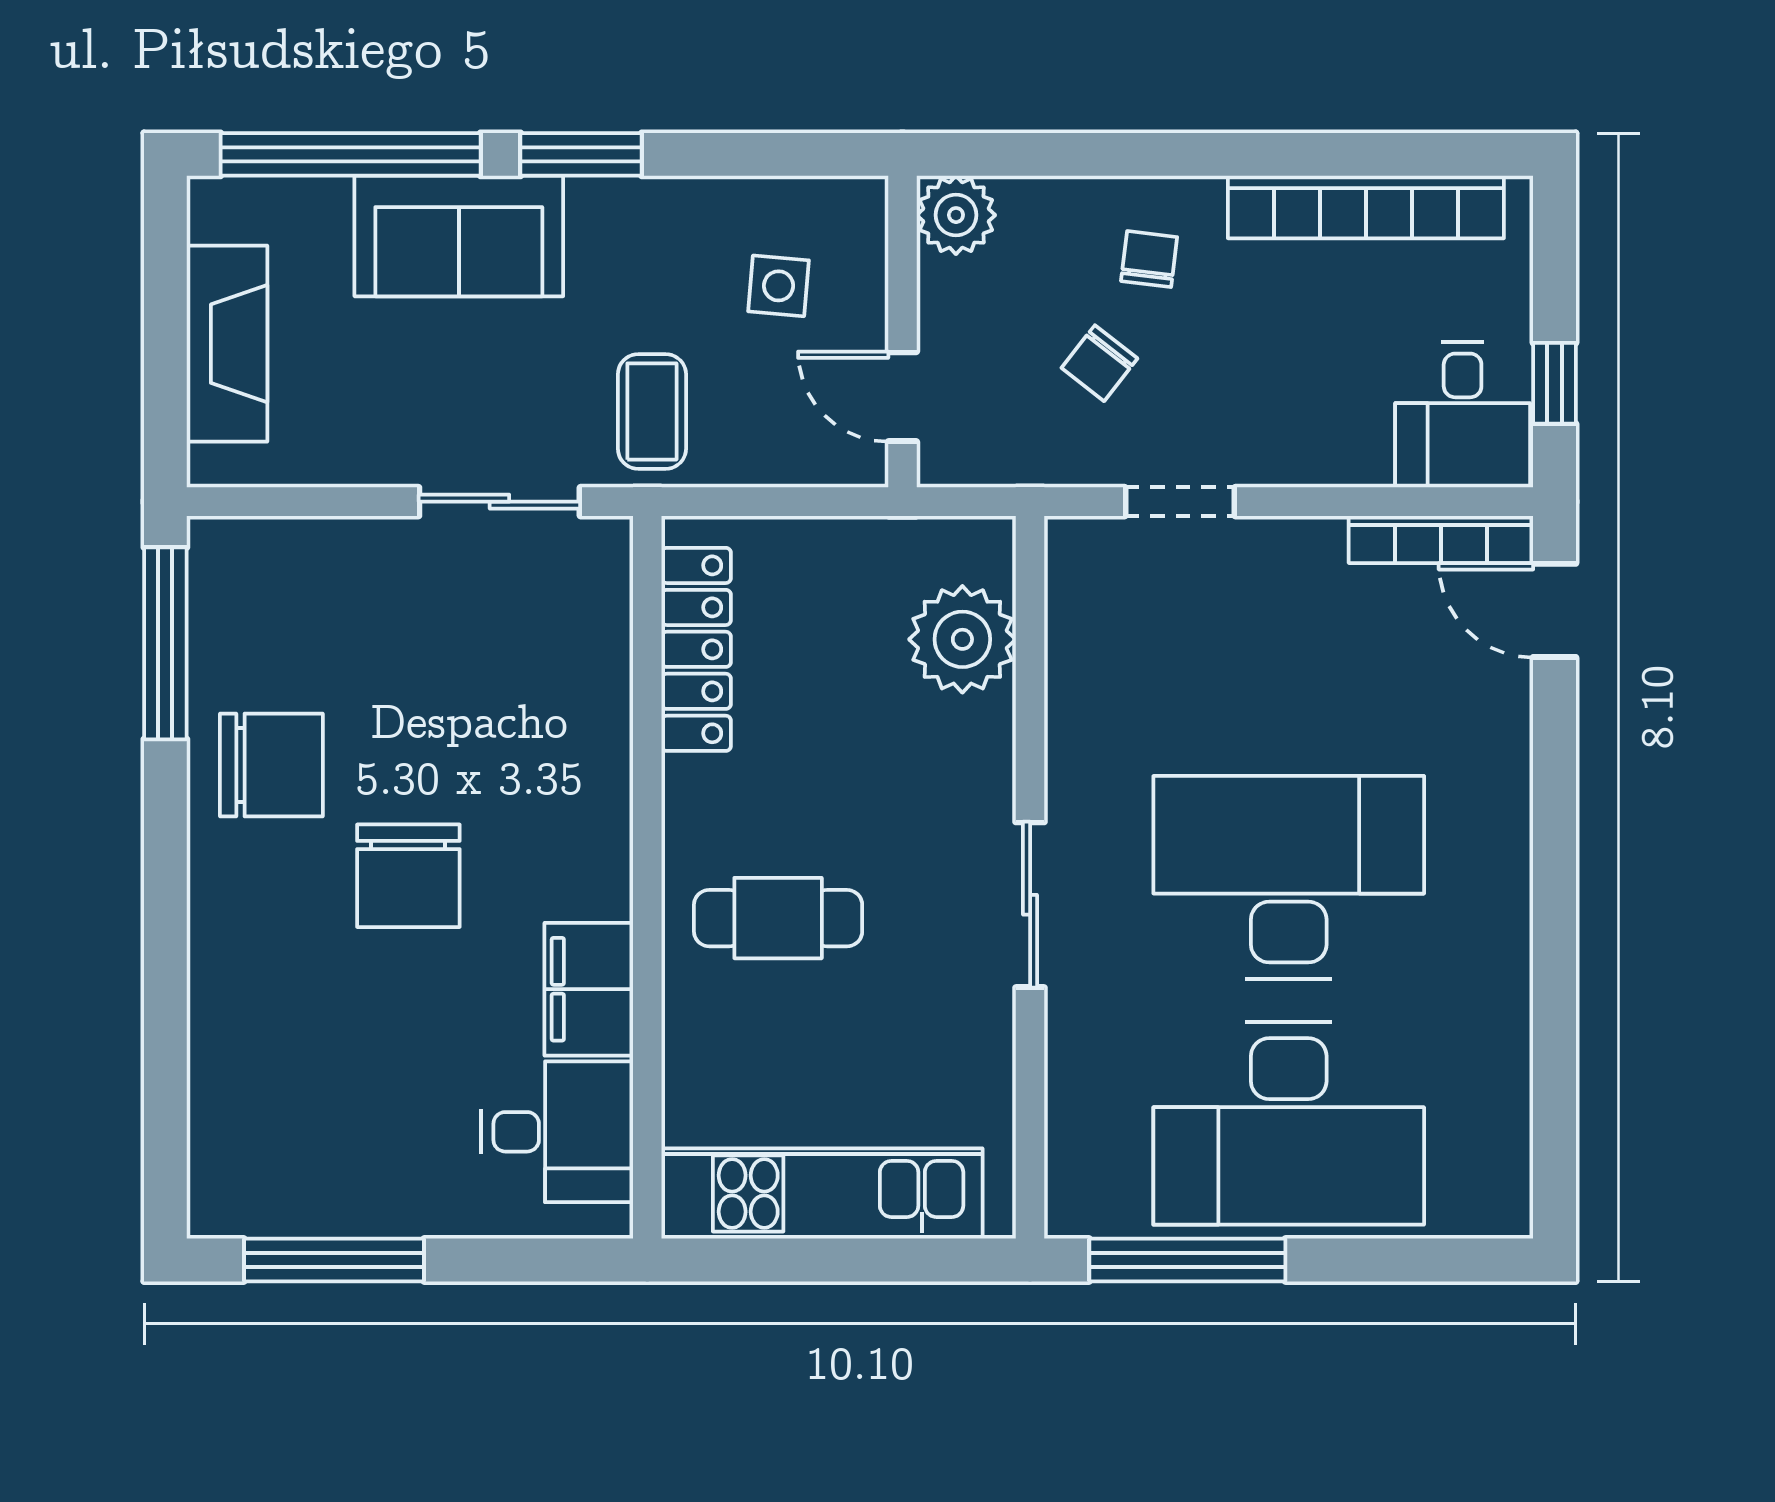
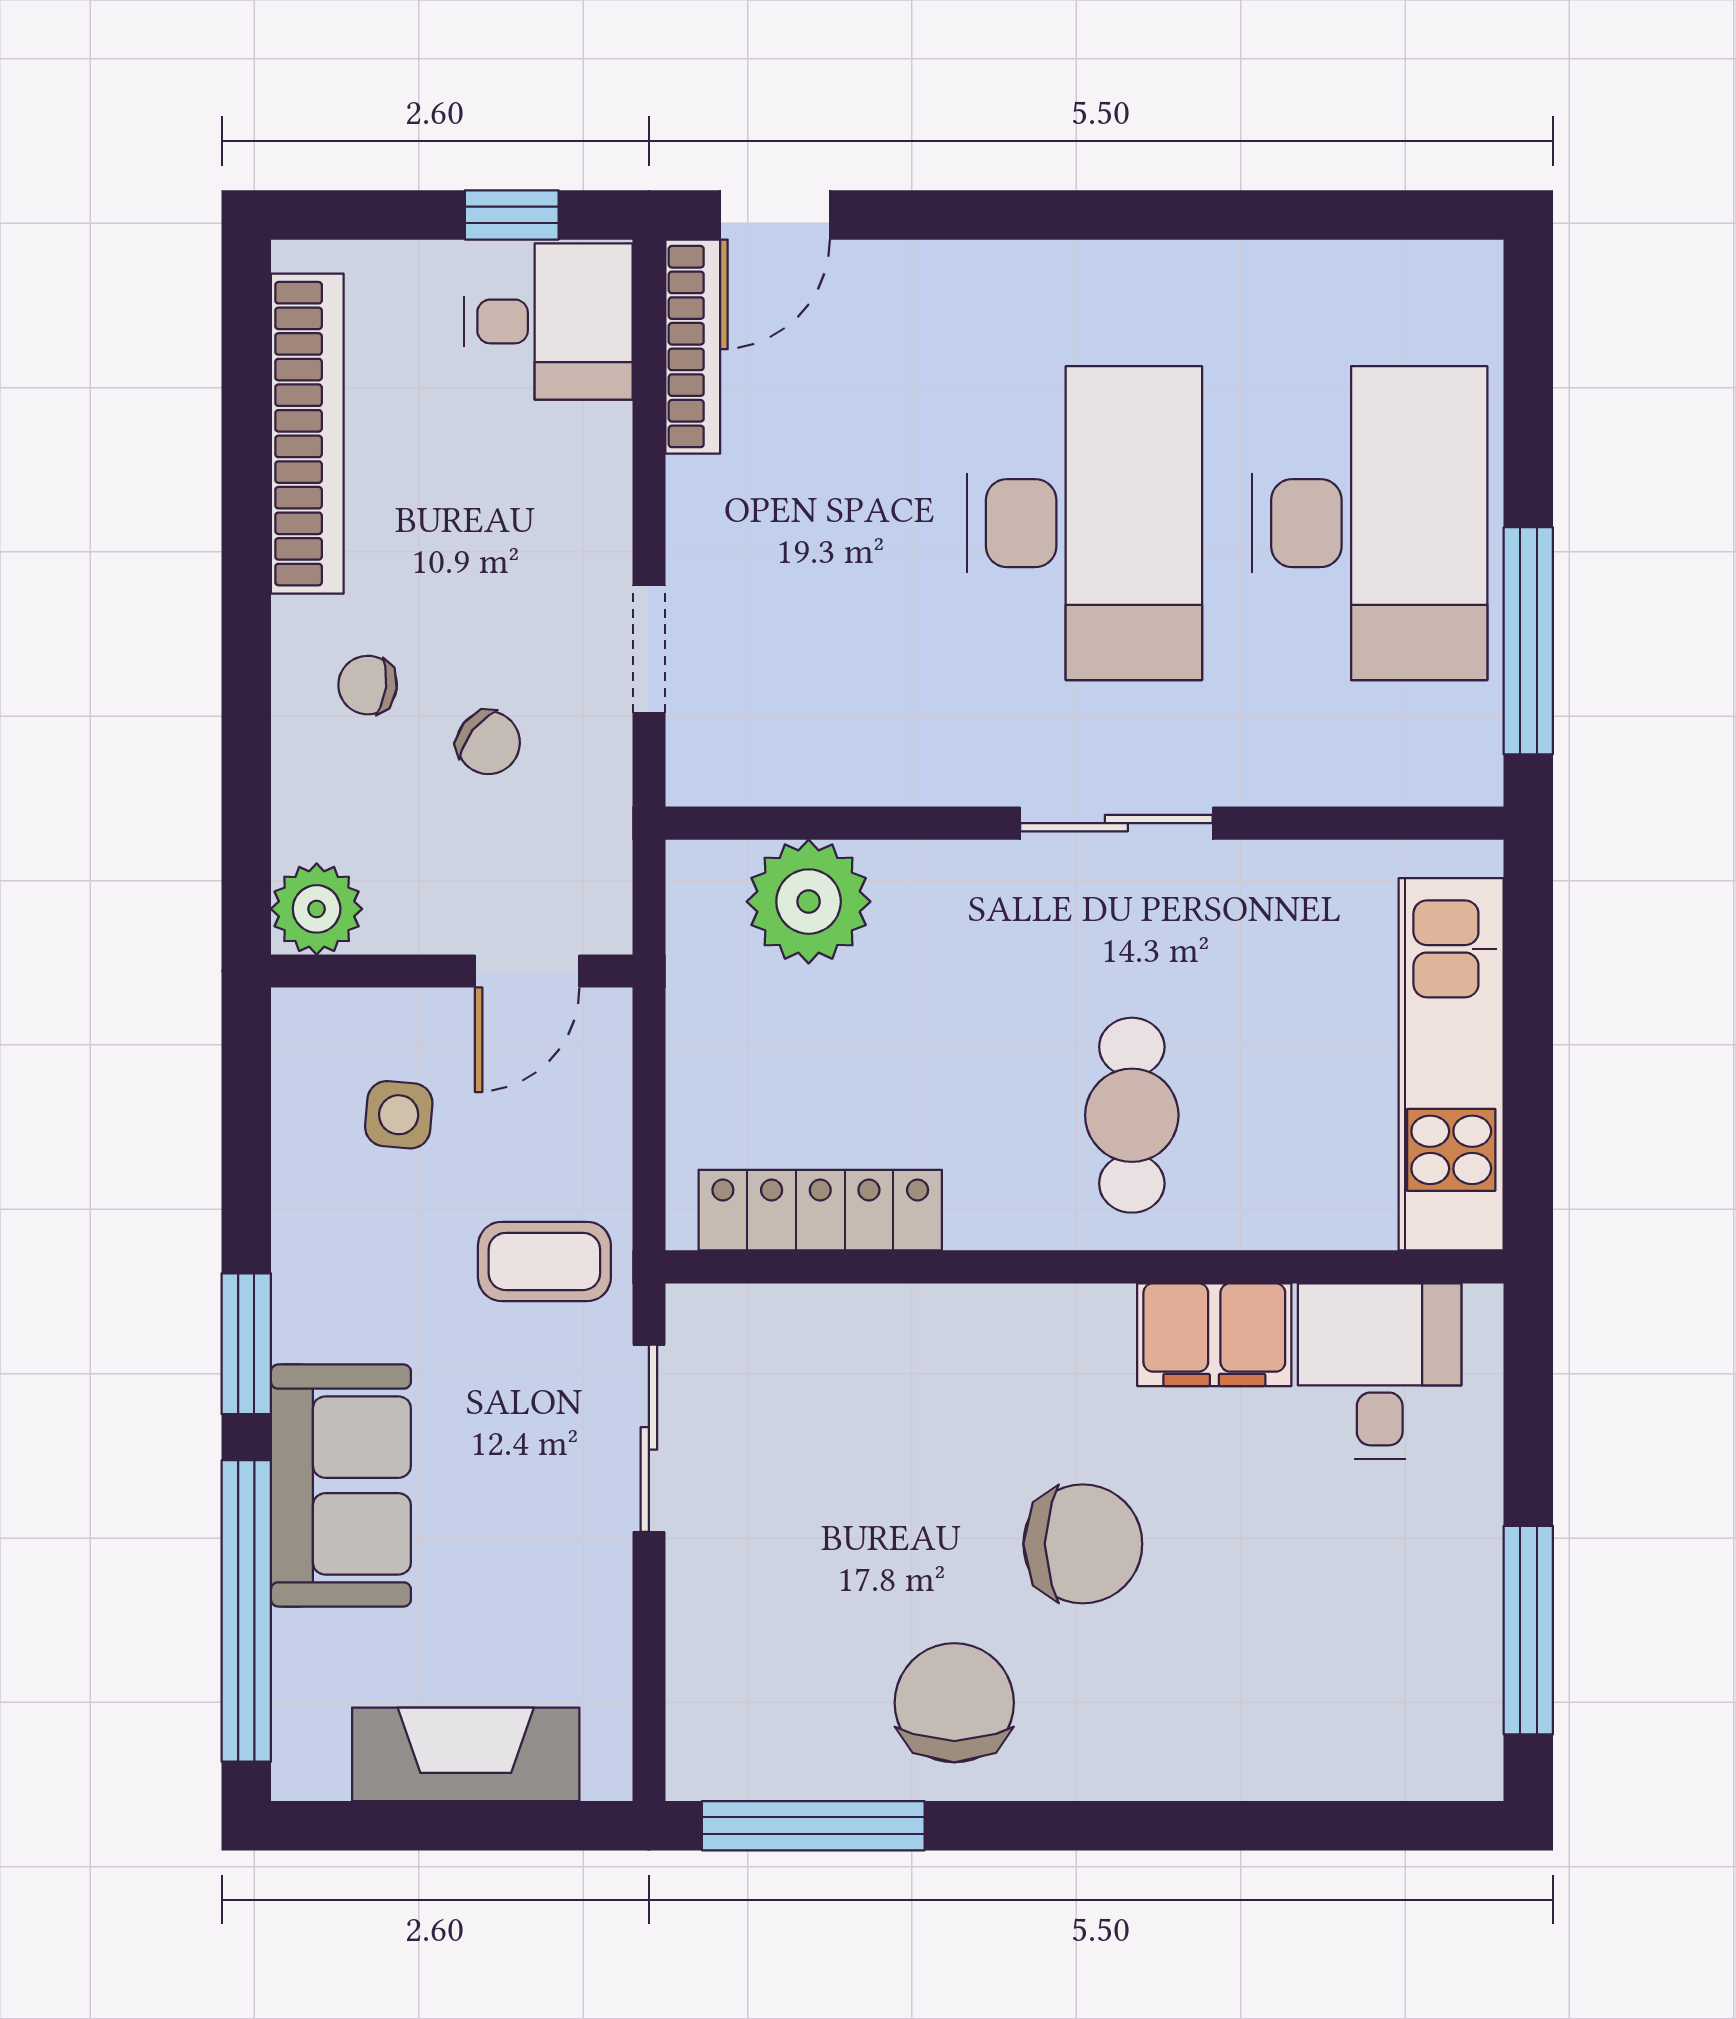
desk: (1289, 877) -> (1085, 523), turned 180

